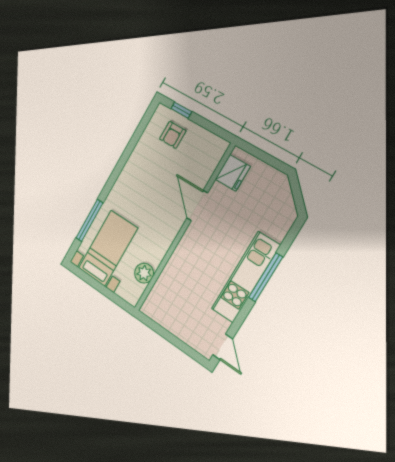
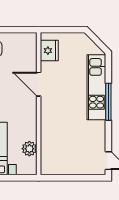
kitchen unit: (246, 277) -> (96, 87), moved

